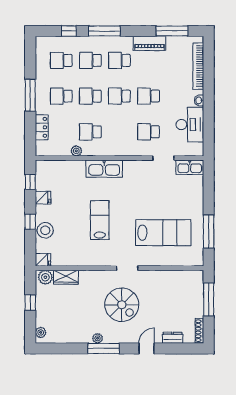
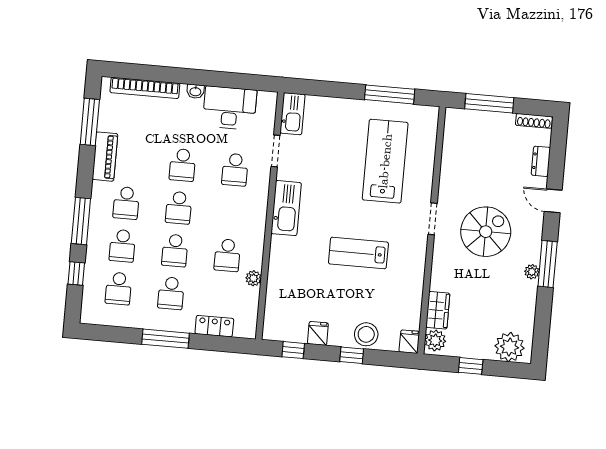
kitchen sink: (104, 169) -> (286, 208), moved
plant: (41, 332) -> (509, 347), width x1.88, depth x1.88

